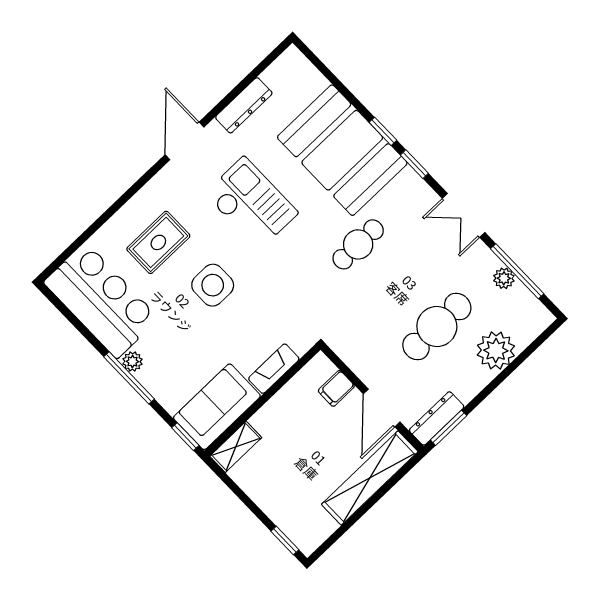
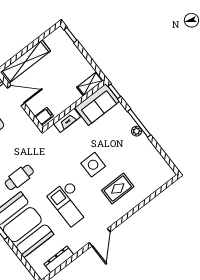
dresser: (244, 105) -> (59, 259), moved
bar counter: (101, 300) -> (149, 163), removed
filing cabinet: (336, 388) -> (44, 116), moved
door: (382, 408) -> (16, 96), hinge flipped

